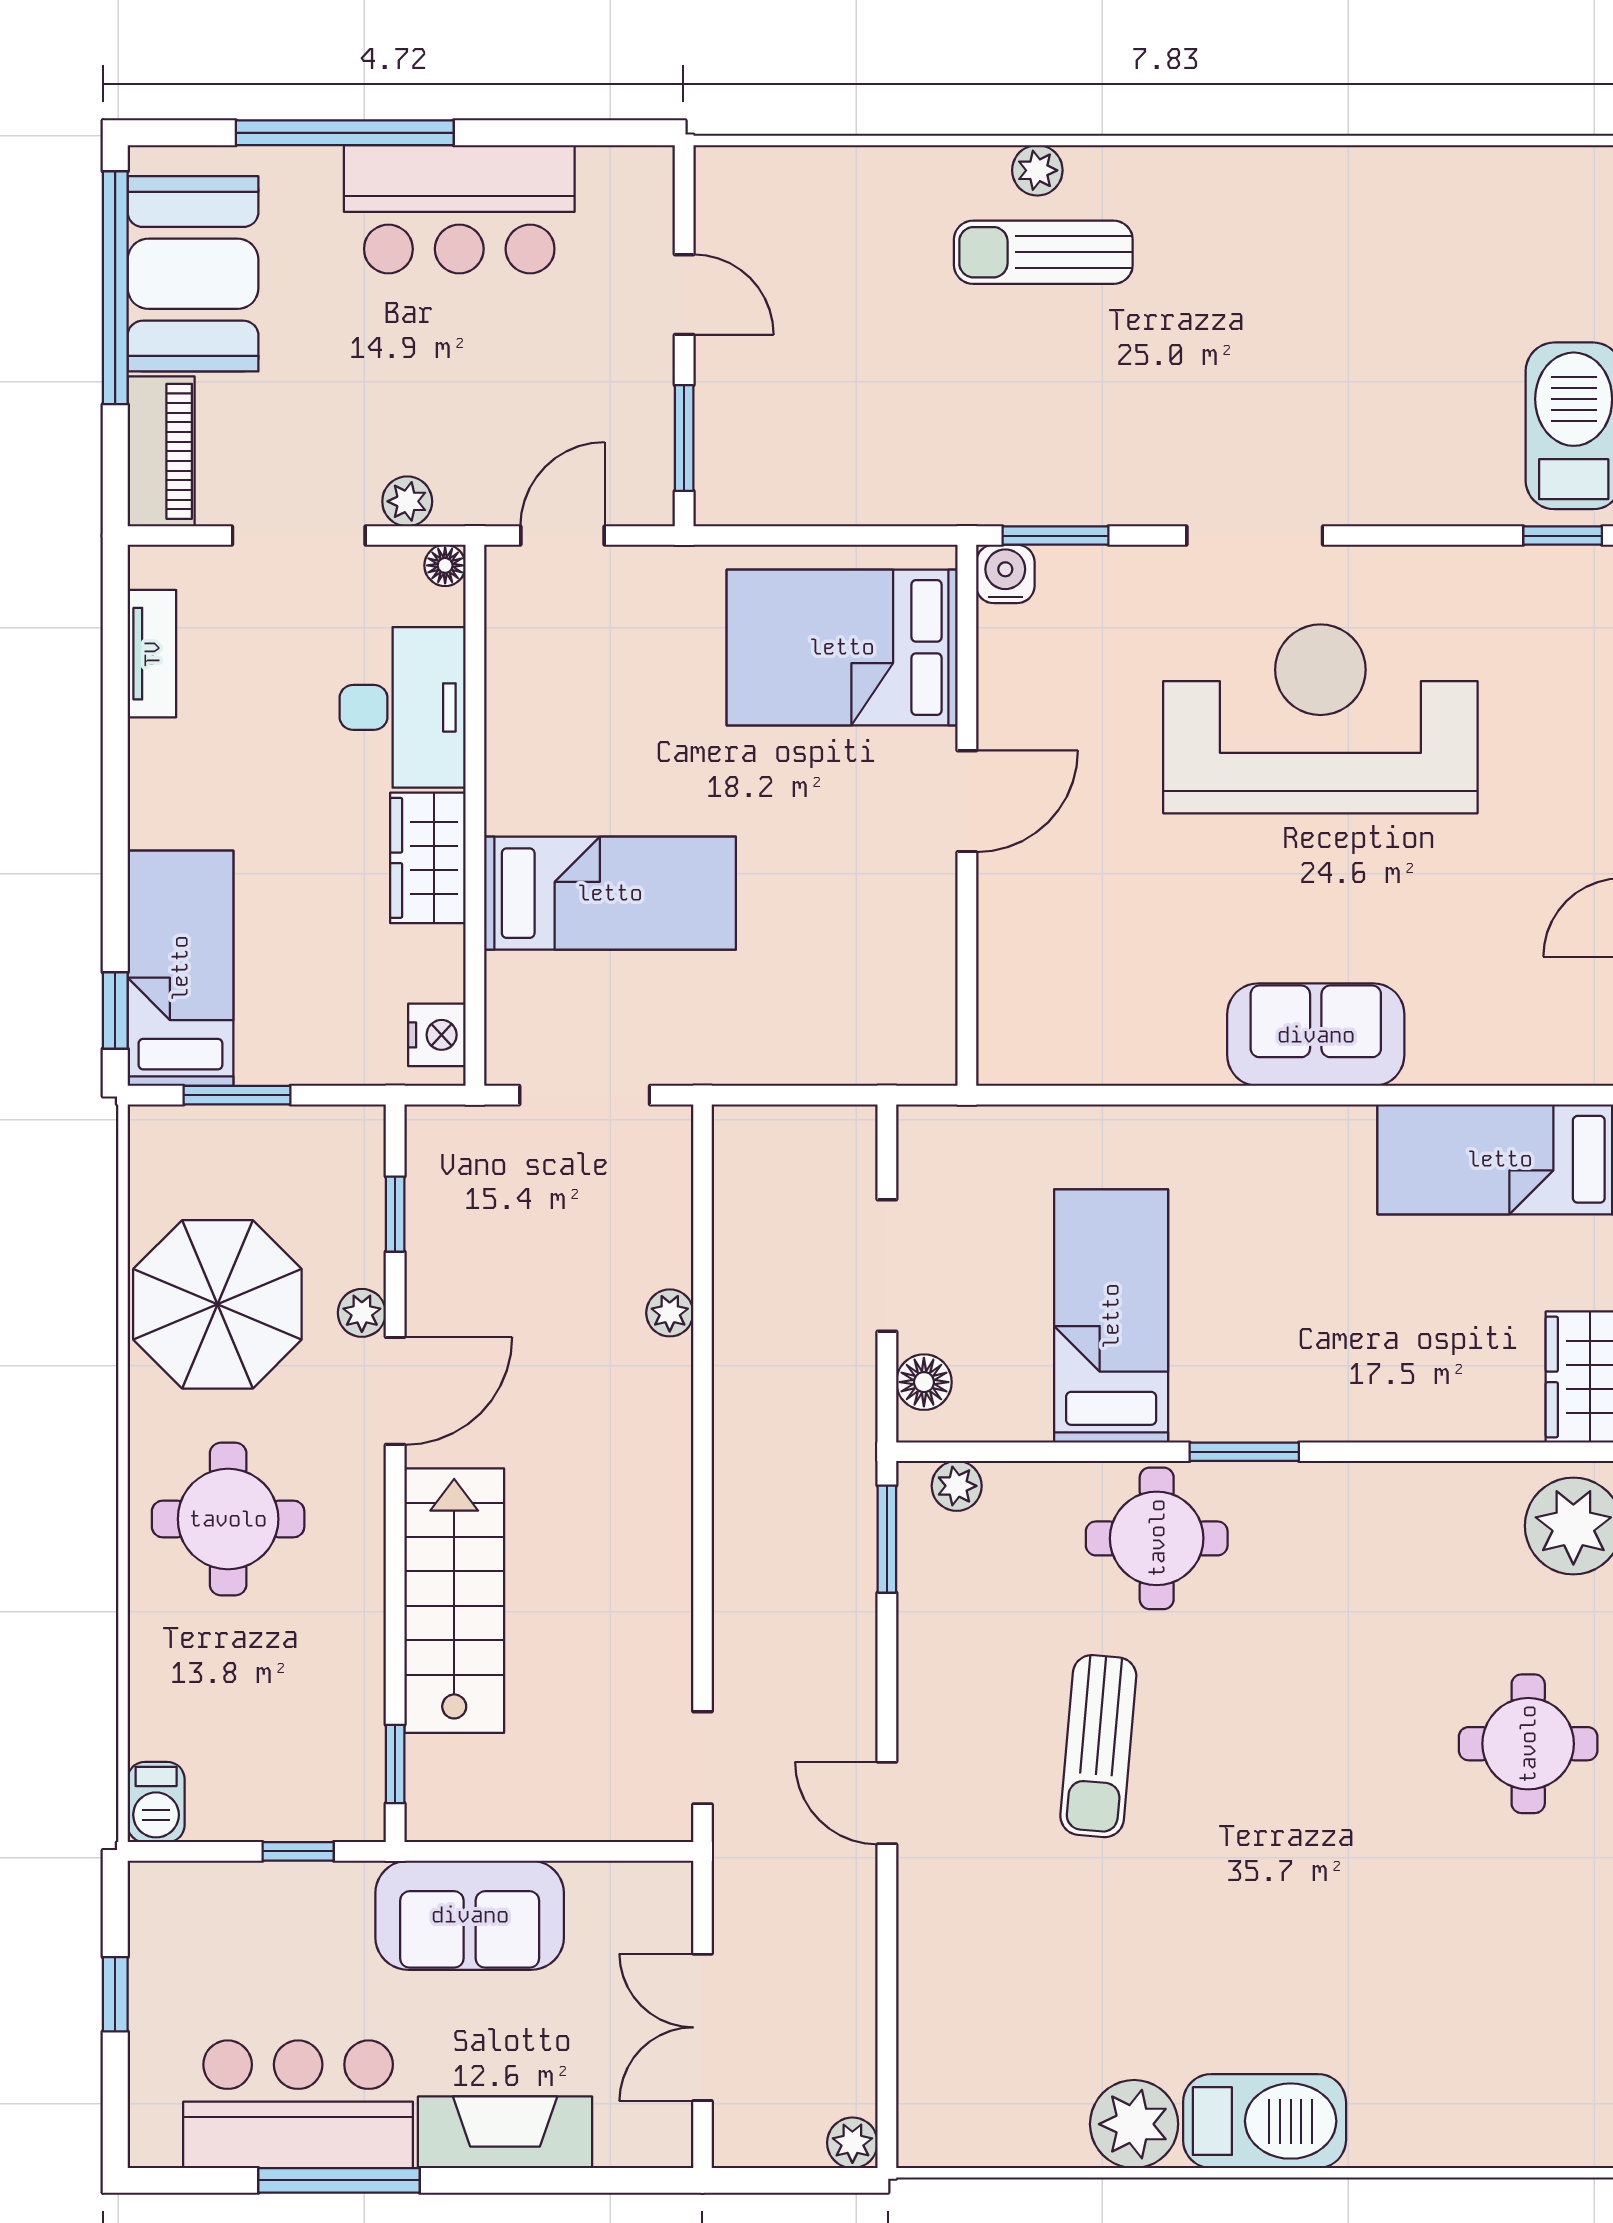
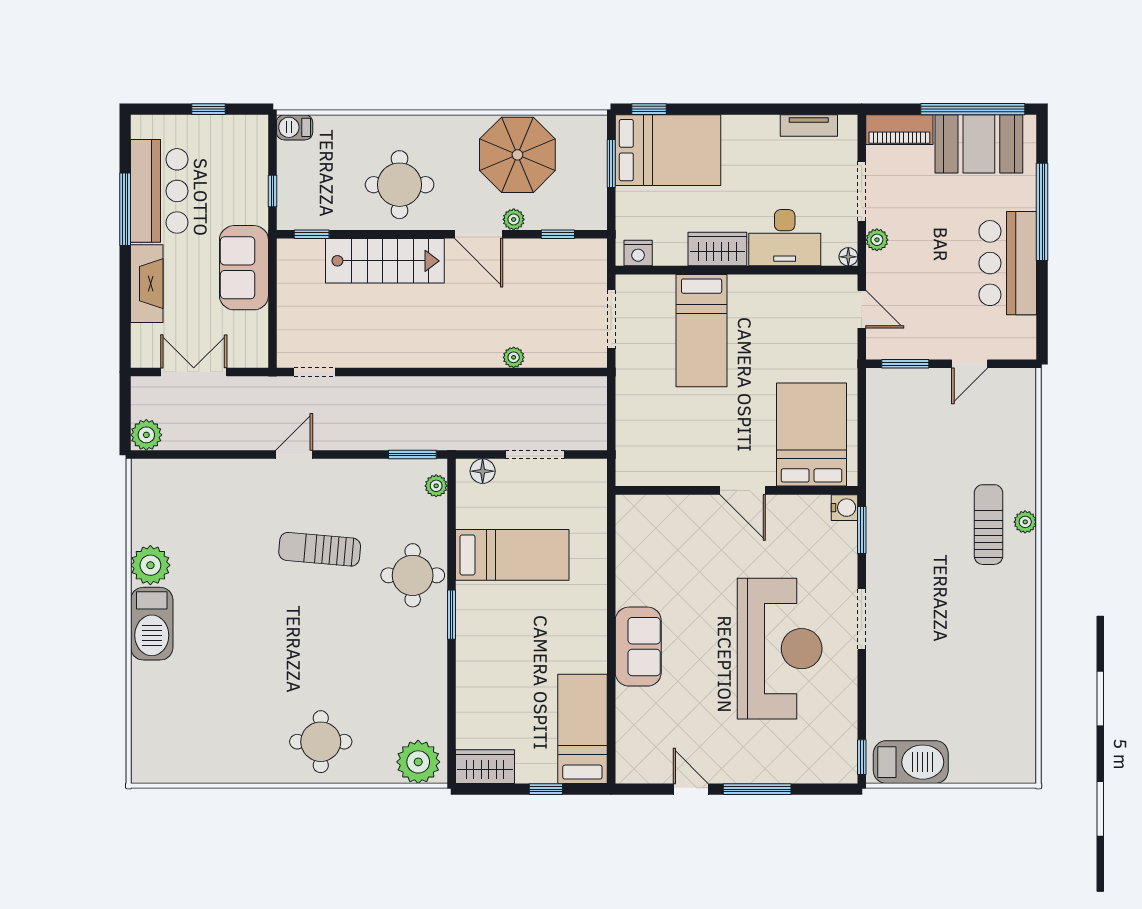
bed: (180, 968) -> (668, 150), width x1.50
round table: (228, 1519) -> (400, 185), moved
plant: (852, 2143) -> (146, 435), width x1.38, depth x1.38

